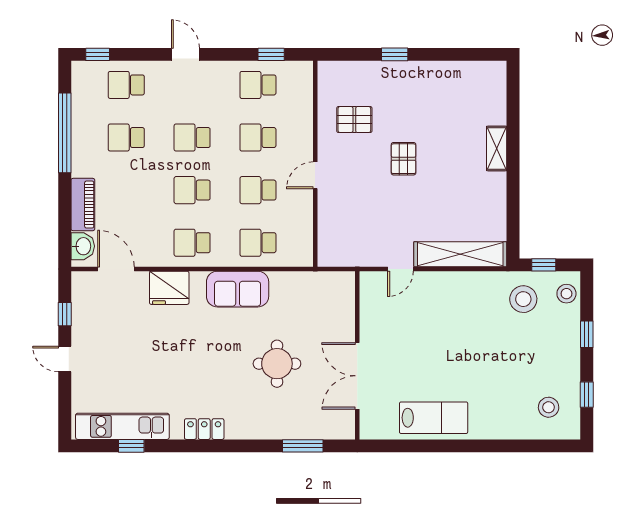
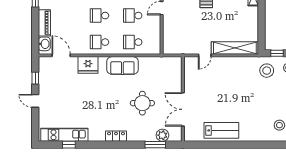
plant: (317, 427) -> (162, 135), added
locker: (204, 429) -> (116, 136), moved

